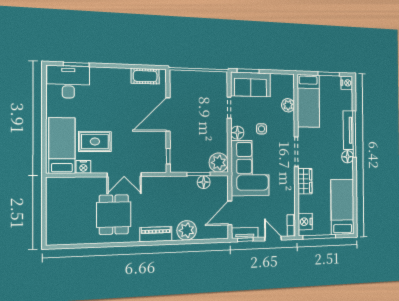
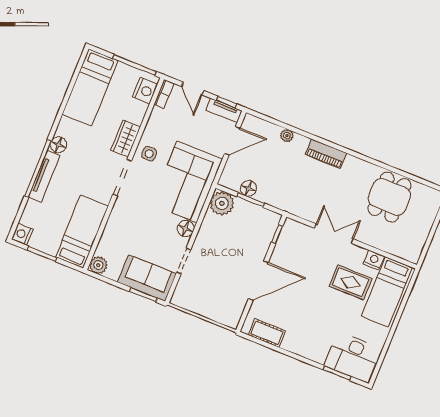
plant: (288, 105) -> (98, 265), moved
side table: (261, 129) -> (149, 154), moved
dining table: (114, 215) -> (389, 197), moved
plant: (187, 230) -> (287, 136), width x0.53, depth x0.53

